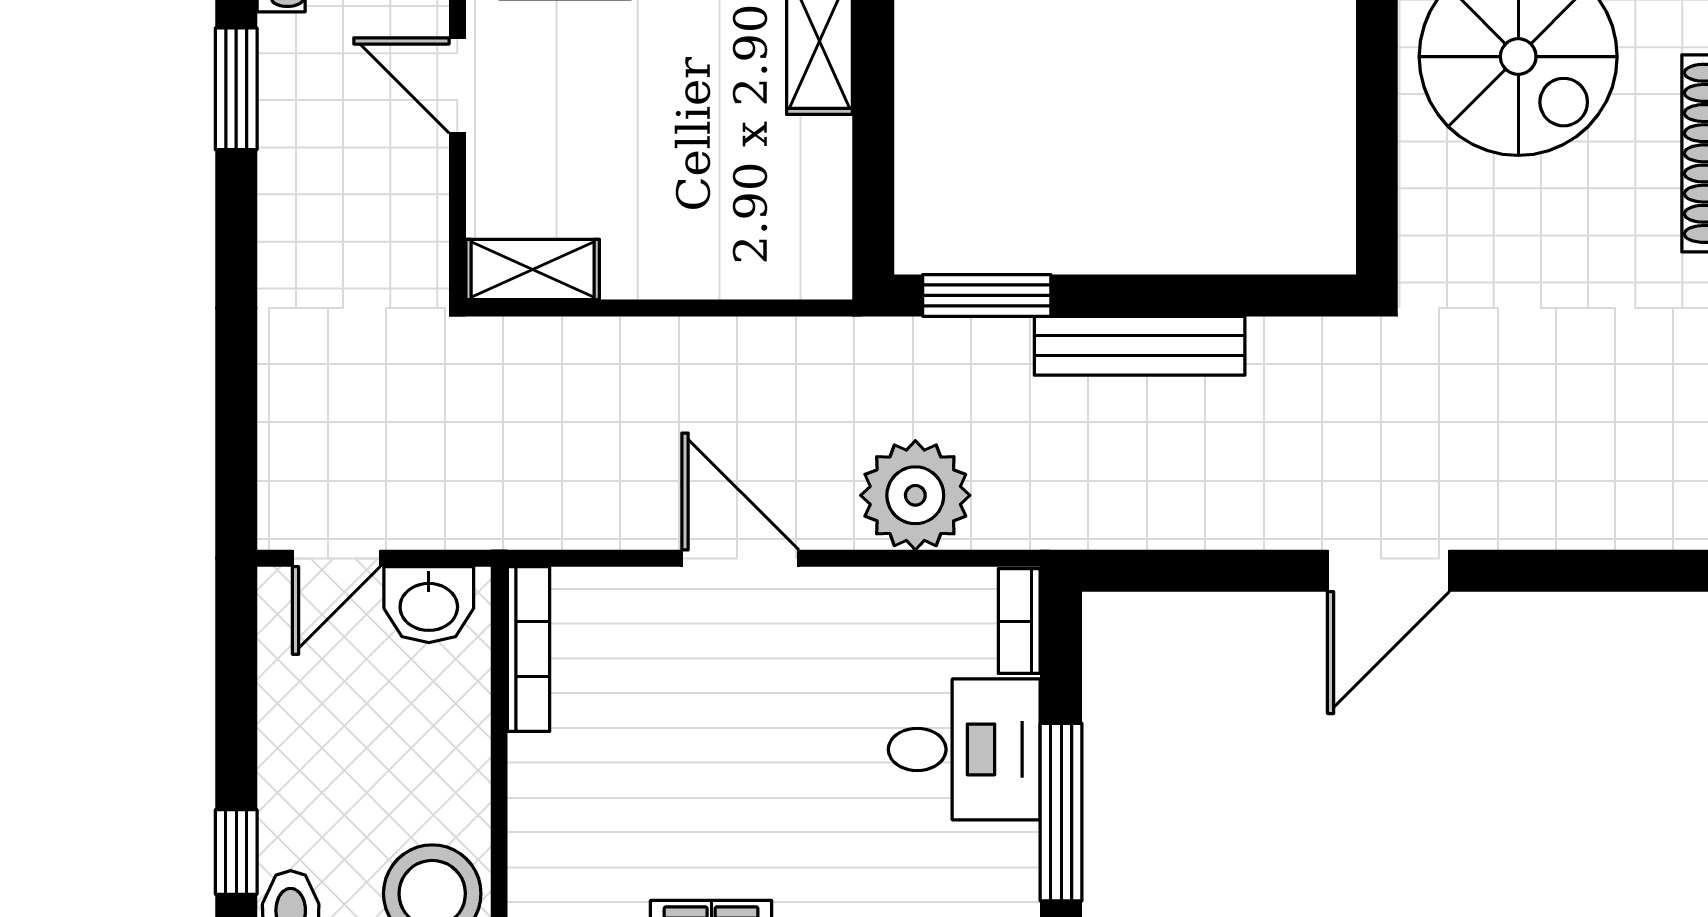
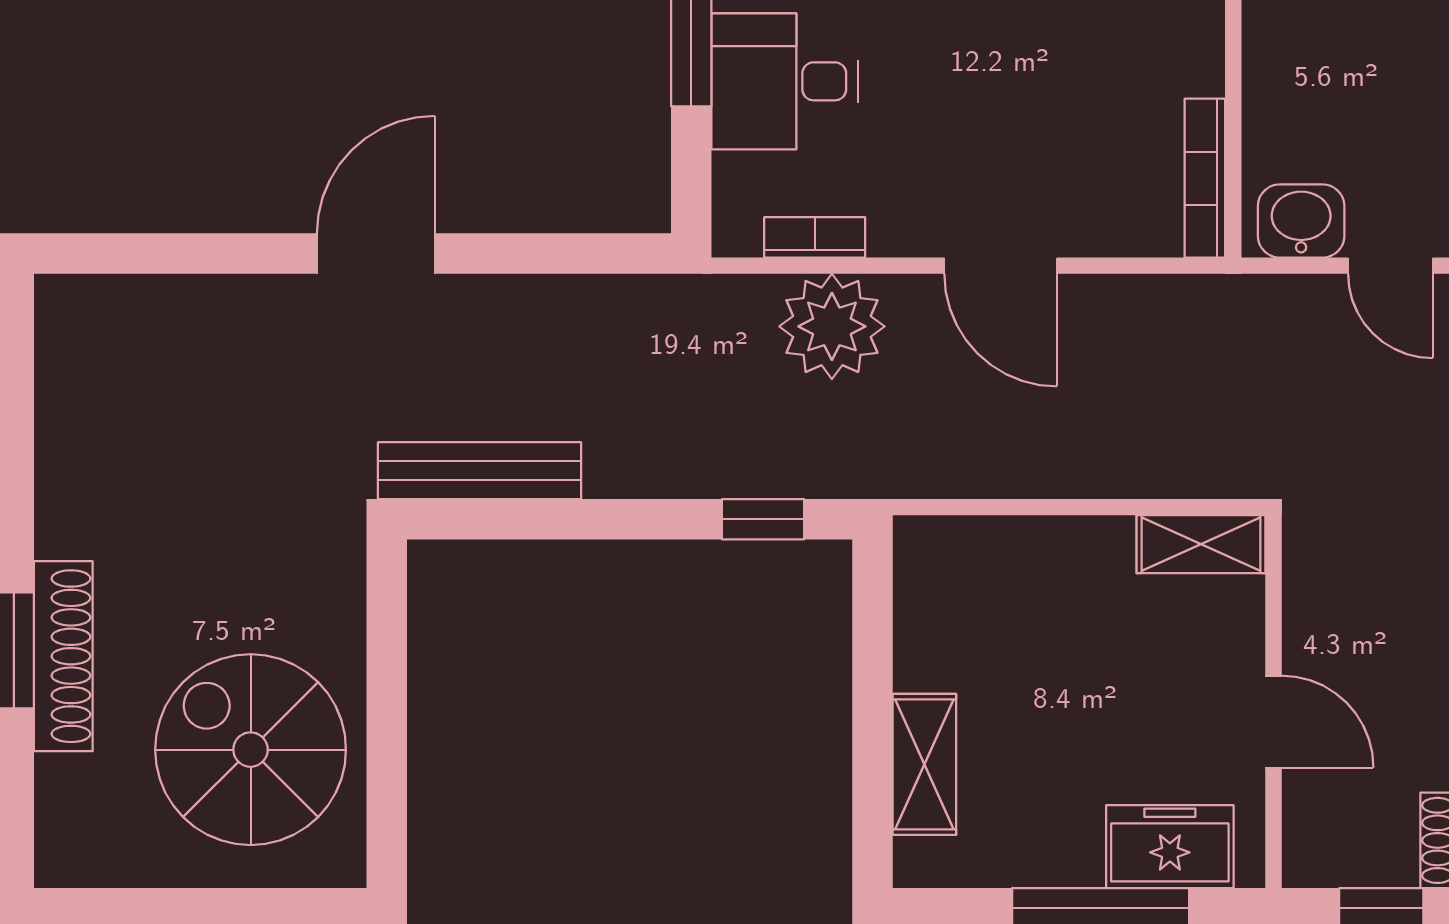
window: (987, 295) -> (763, 519), width x0.67
bench: (1140, 346) -> (479, 471), moved
door: (336, 558) -> (1390, 266), swing flipped
bookcase: (1019, 621) -> (815, 237), moved, turned -90

